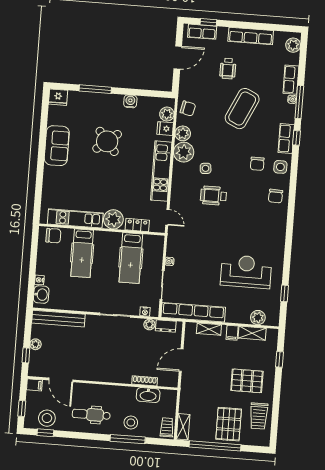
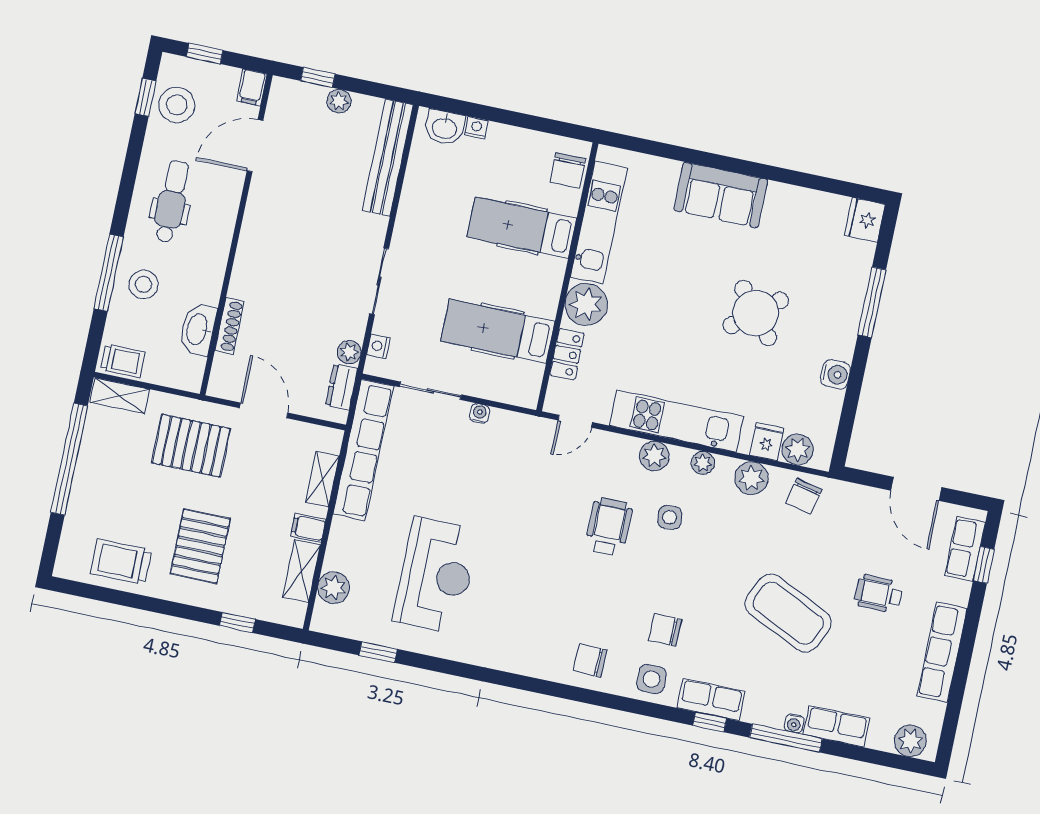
sofa: (57, 146) -> (721, 195), moved
plant: (184, 152) -> (703, 463), width x0.53, depth x0.53
plant: (178, 179) -> (654, 456), added
pallet: (229, 424) -> (191, 446), moved

